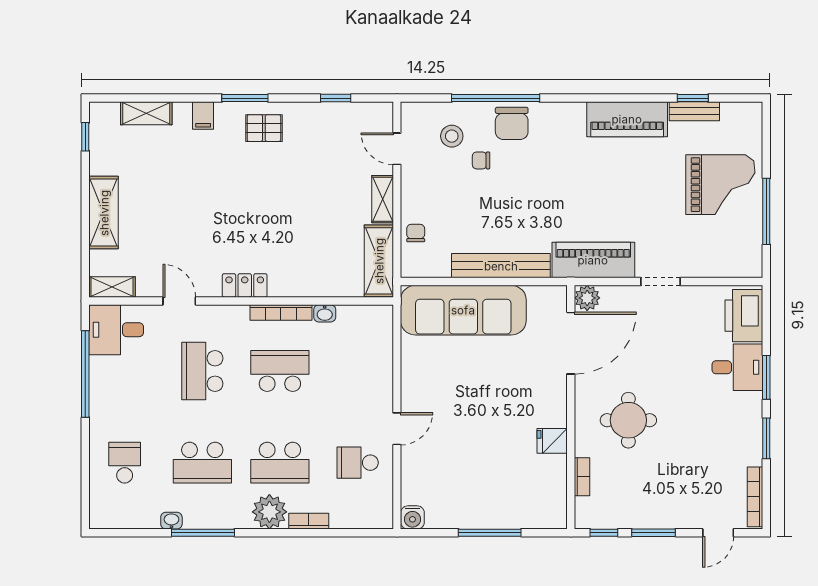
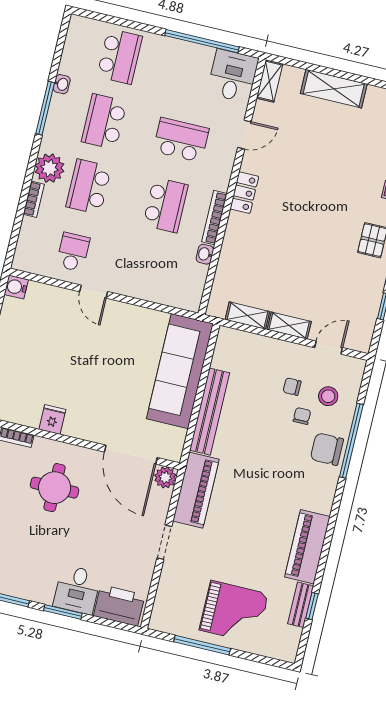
grand piano: (720, 185) -> (234, 612), turned -90
chair: (416, 233) -> (292, 387), moved, turned 180
shelving: (379, 261) -> (247, 316), width x0.67, depth x0.75
school desk: (125, 463) -> (120, 56), width x1.85

